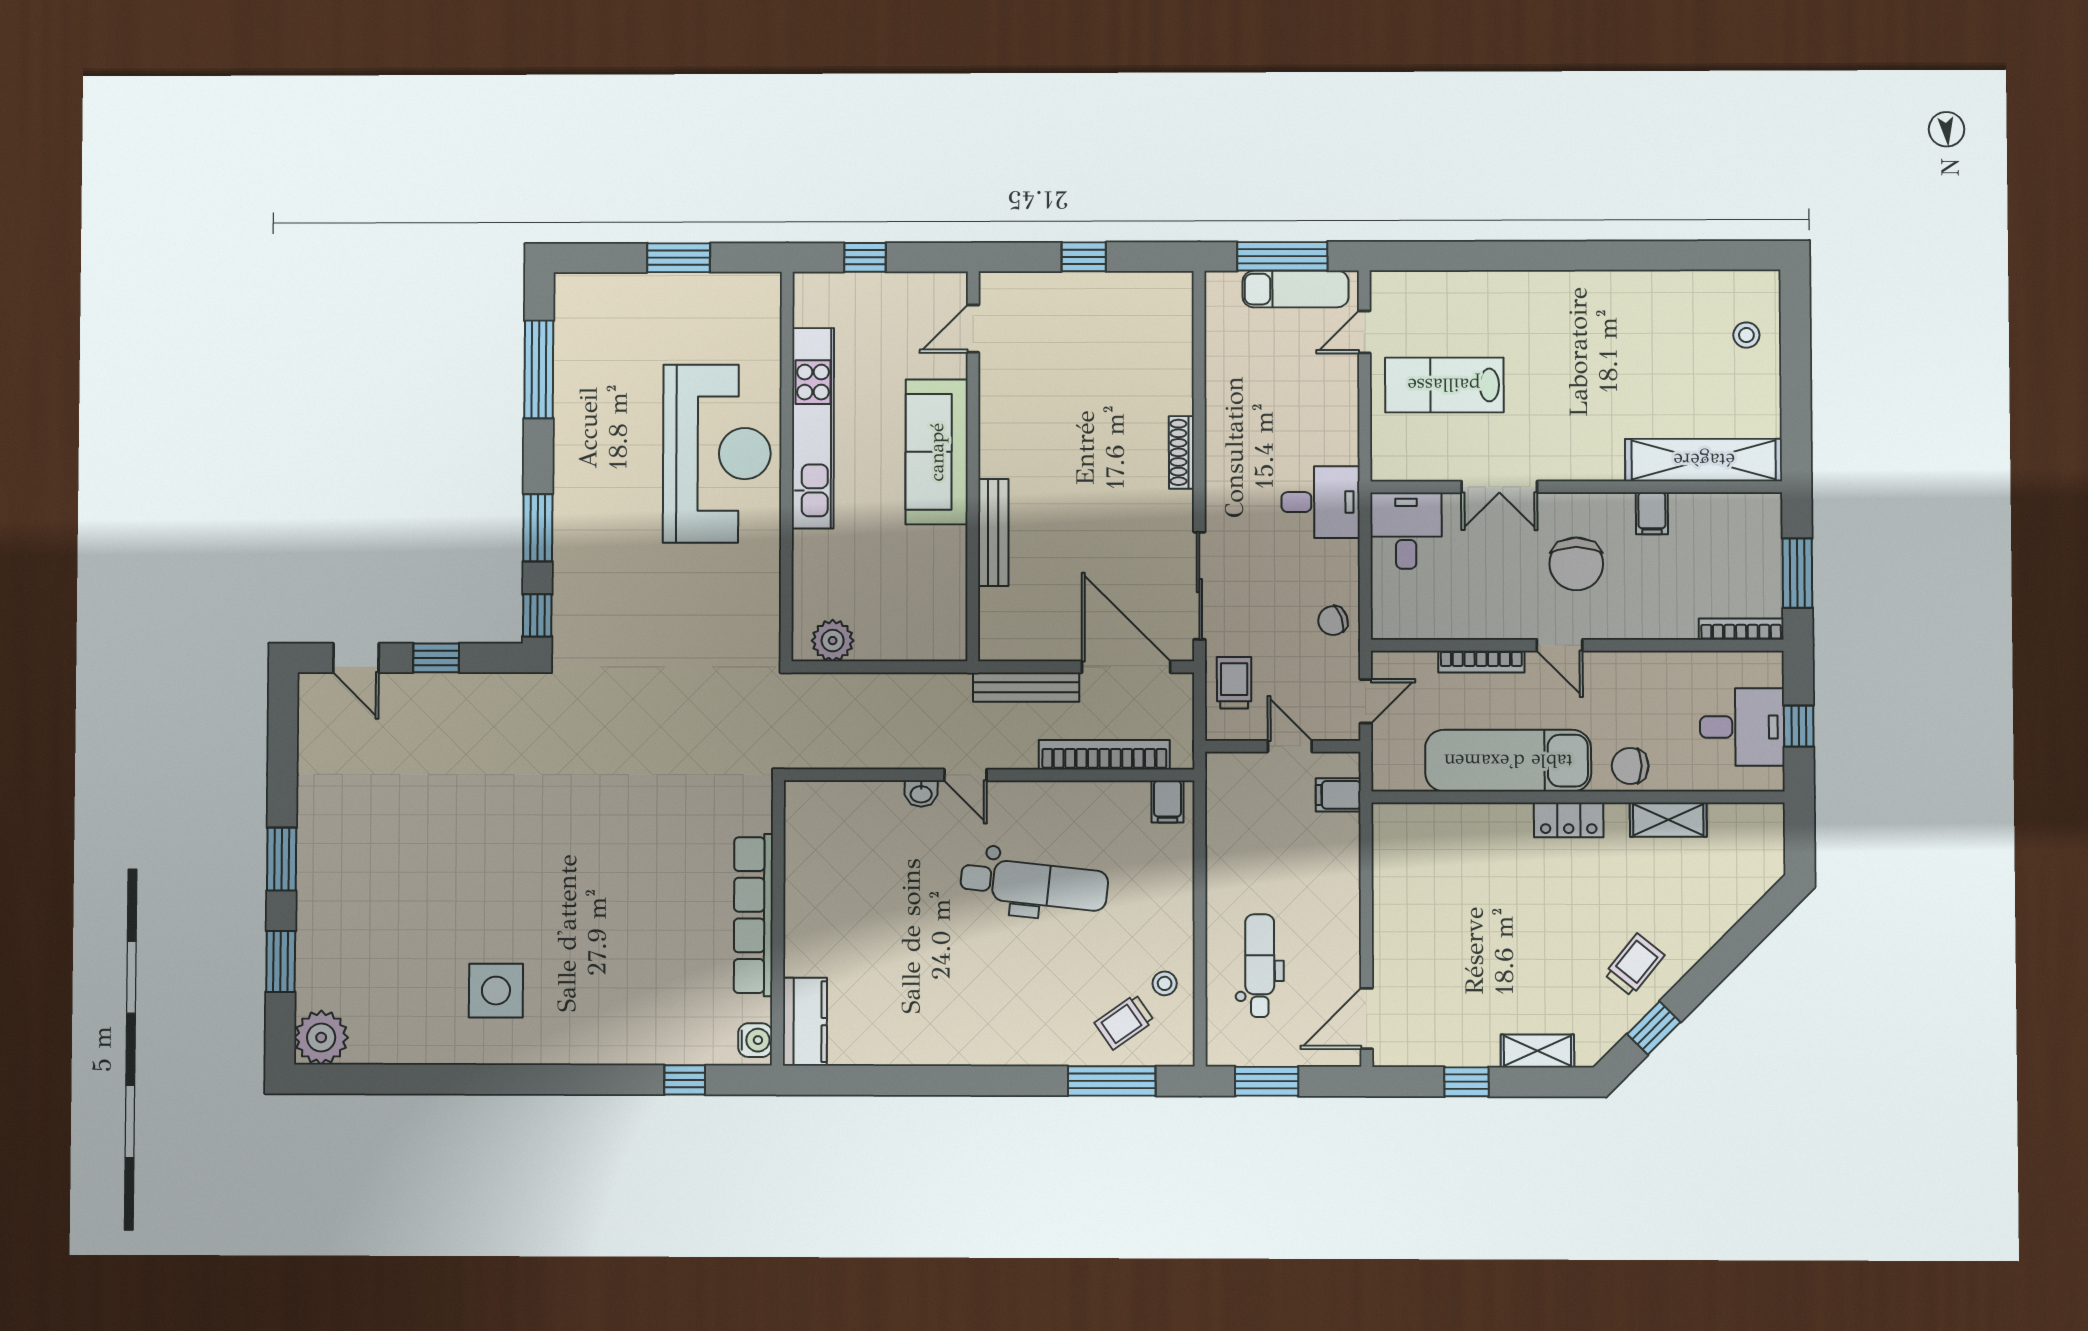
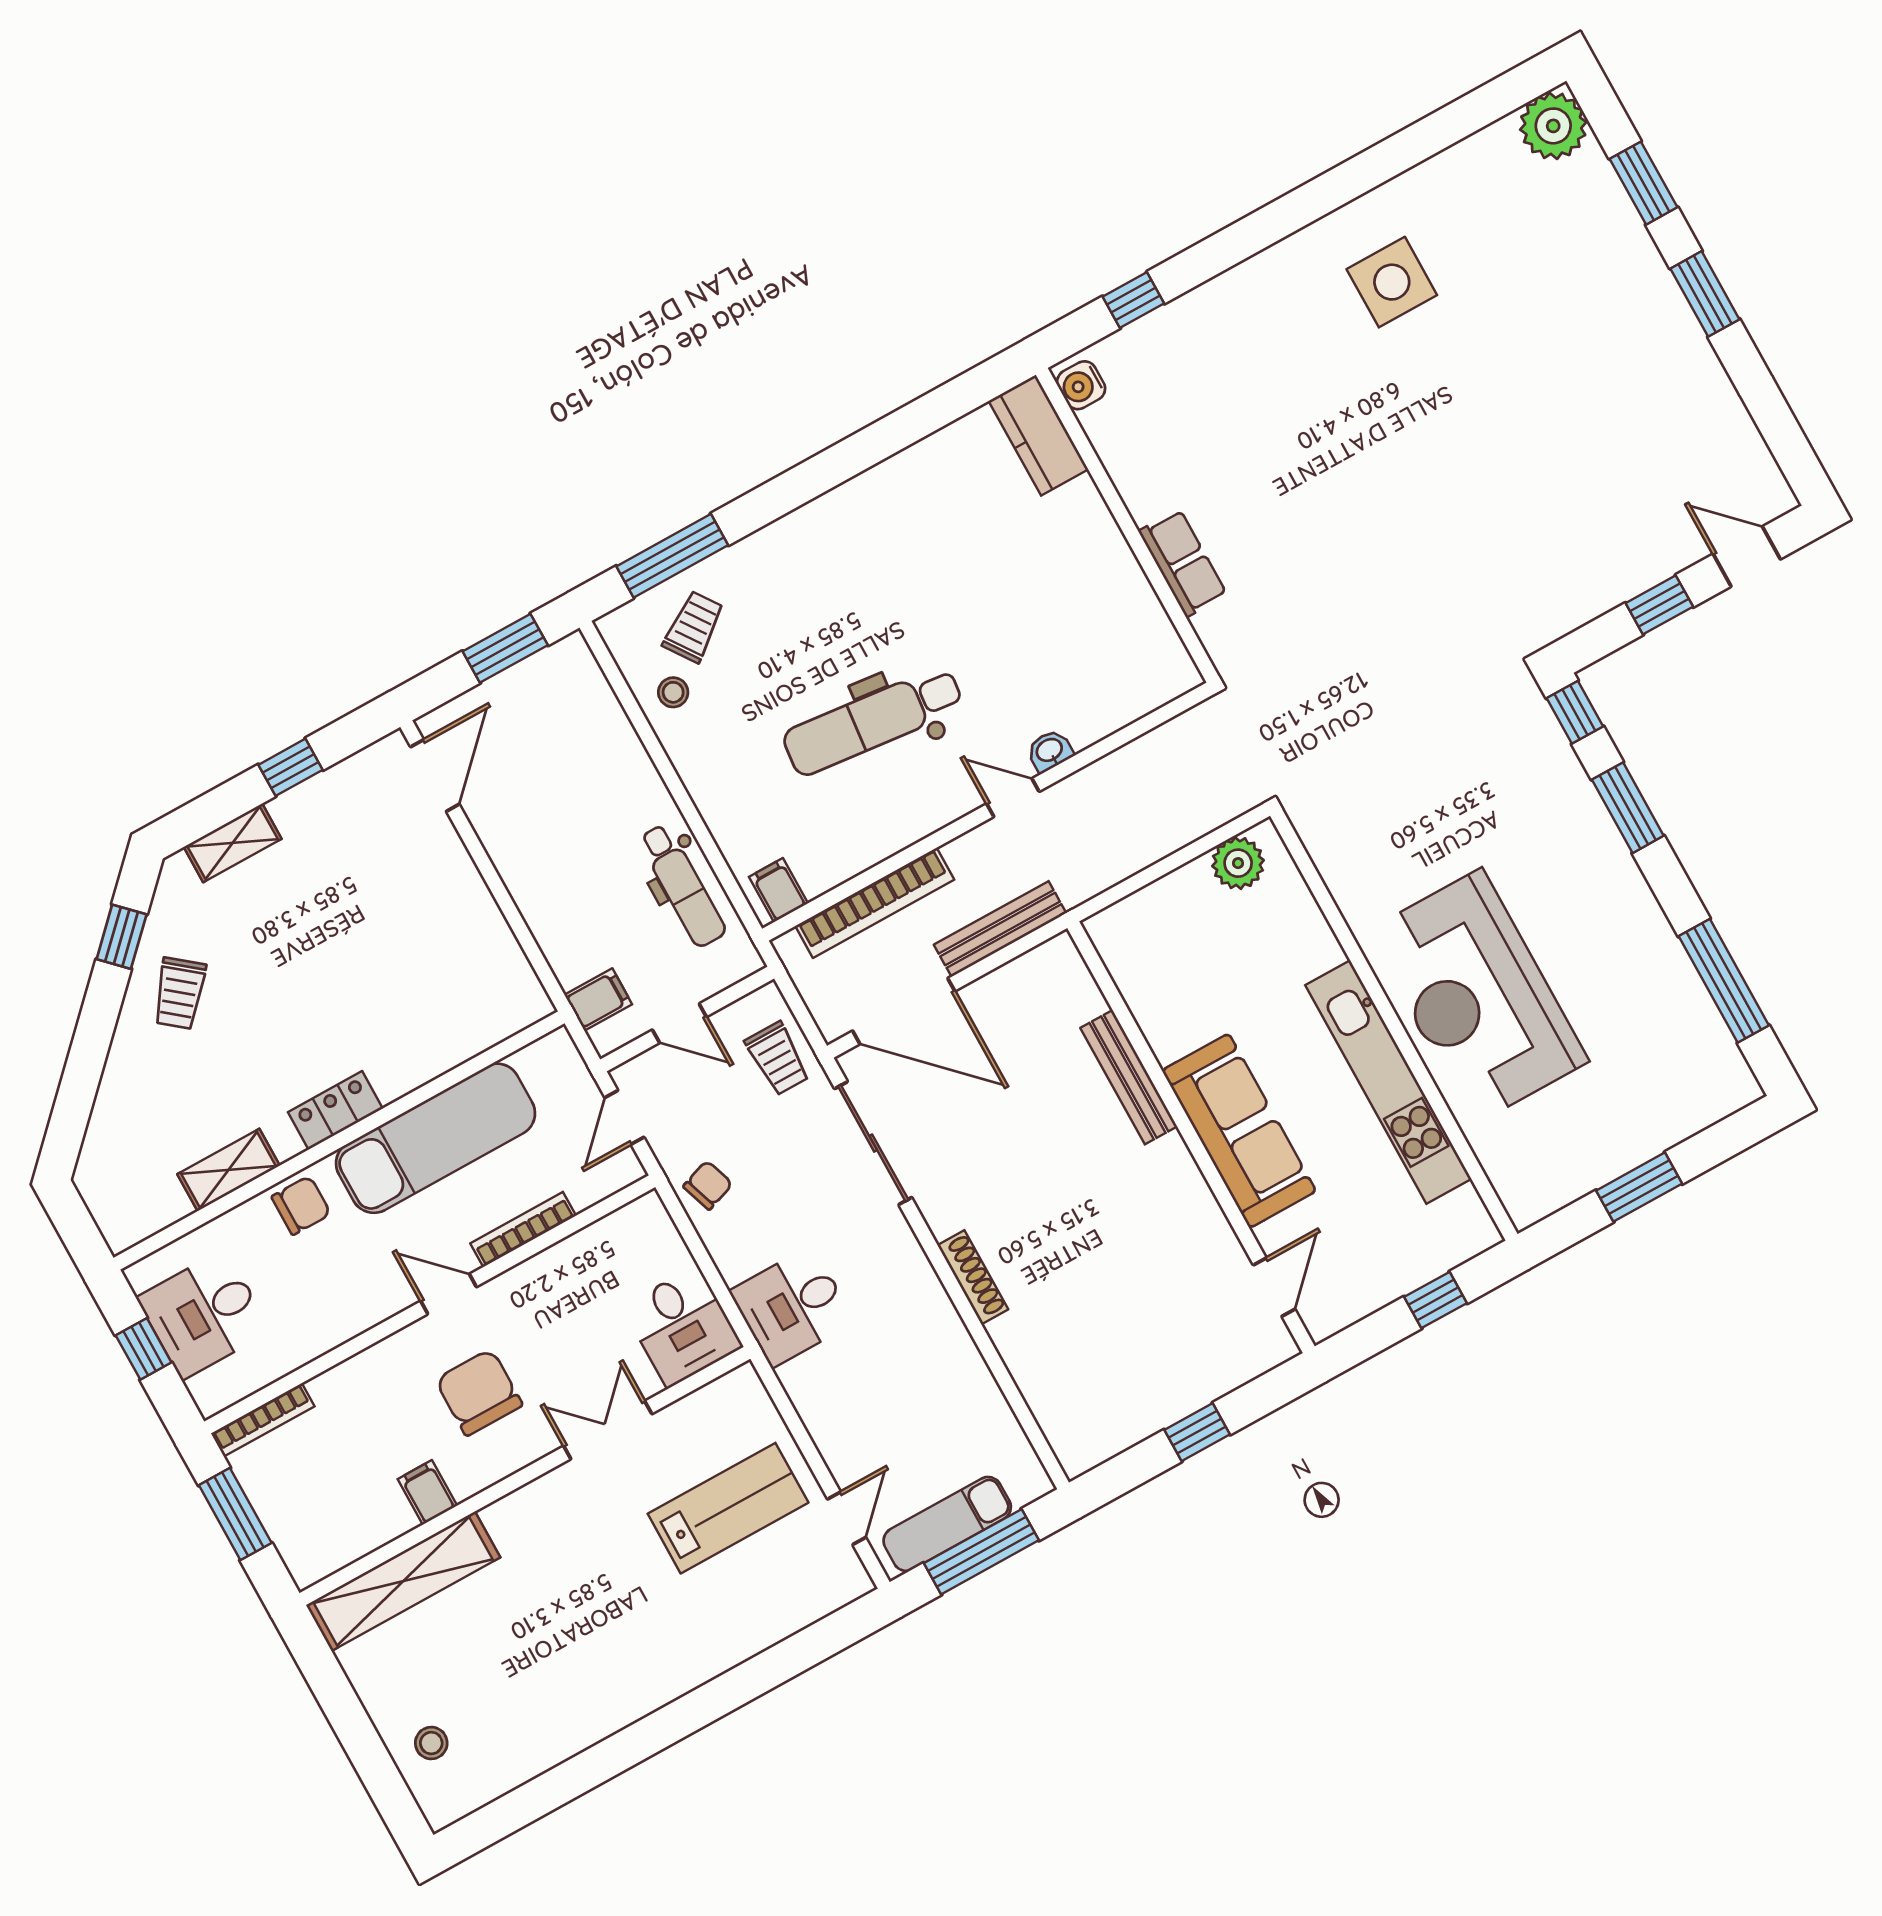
row of seats: (753, 915) -> (1183, 563), width x0.50
dental chair: (1260, 966) -> (682, 886), moved

